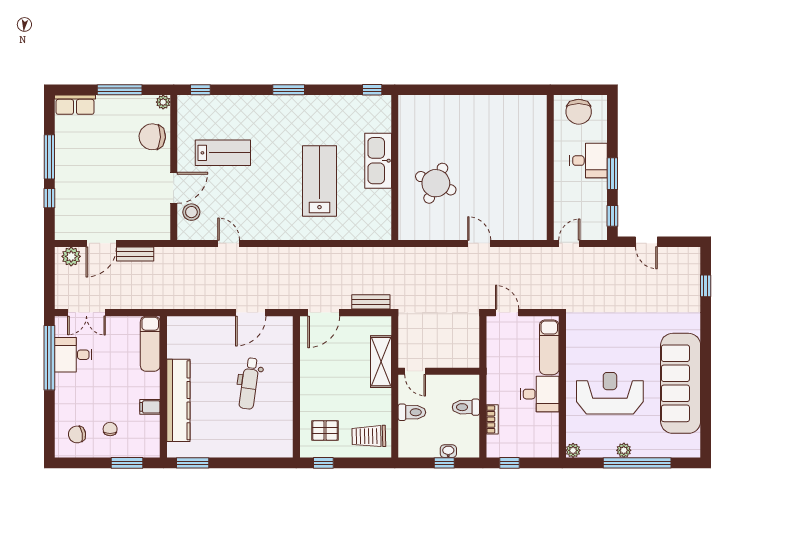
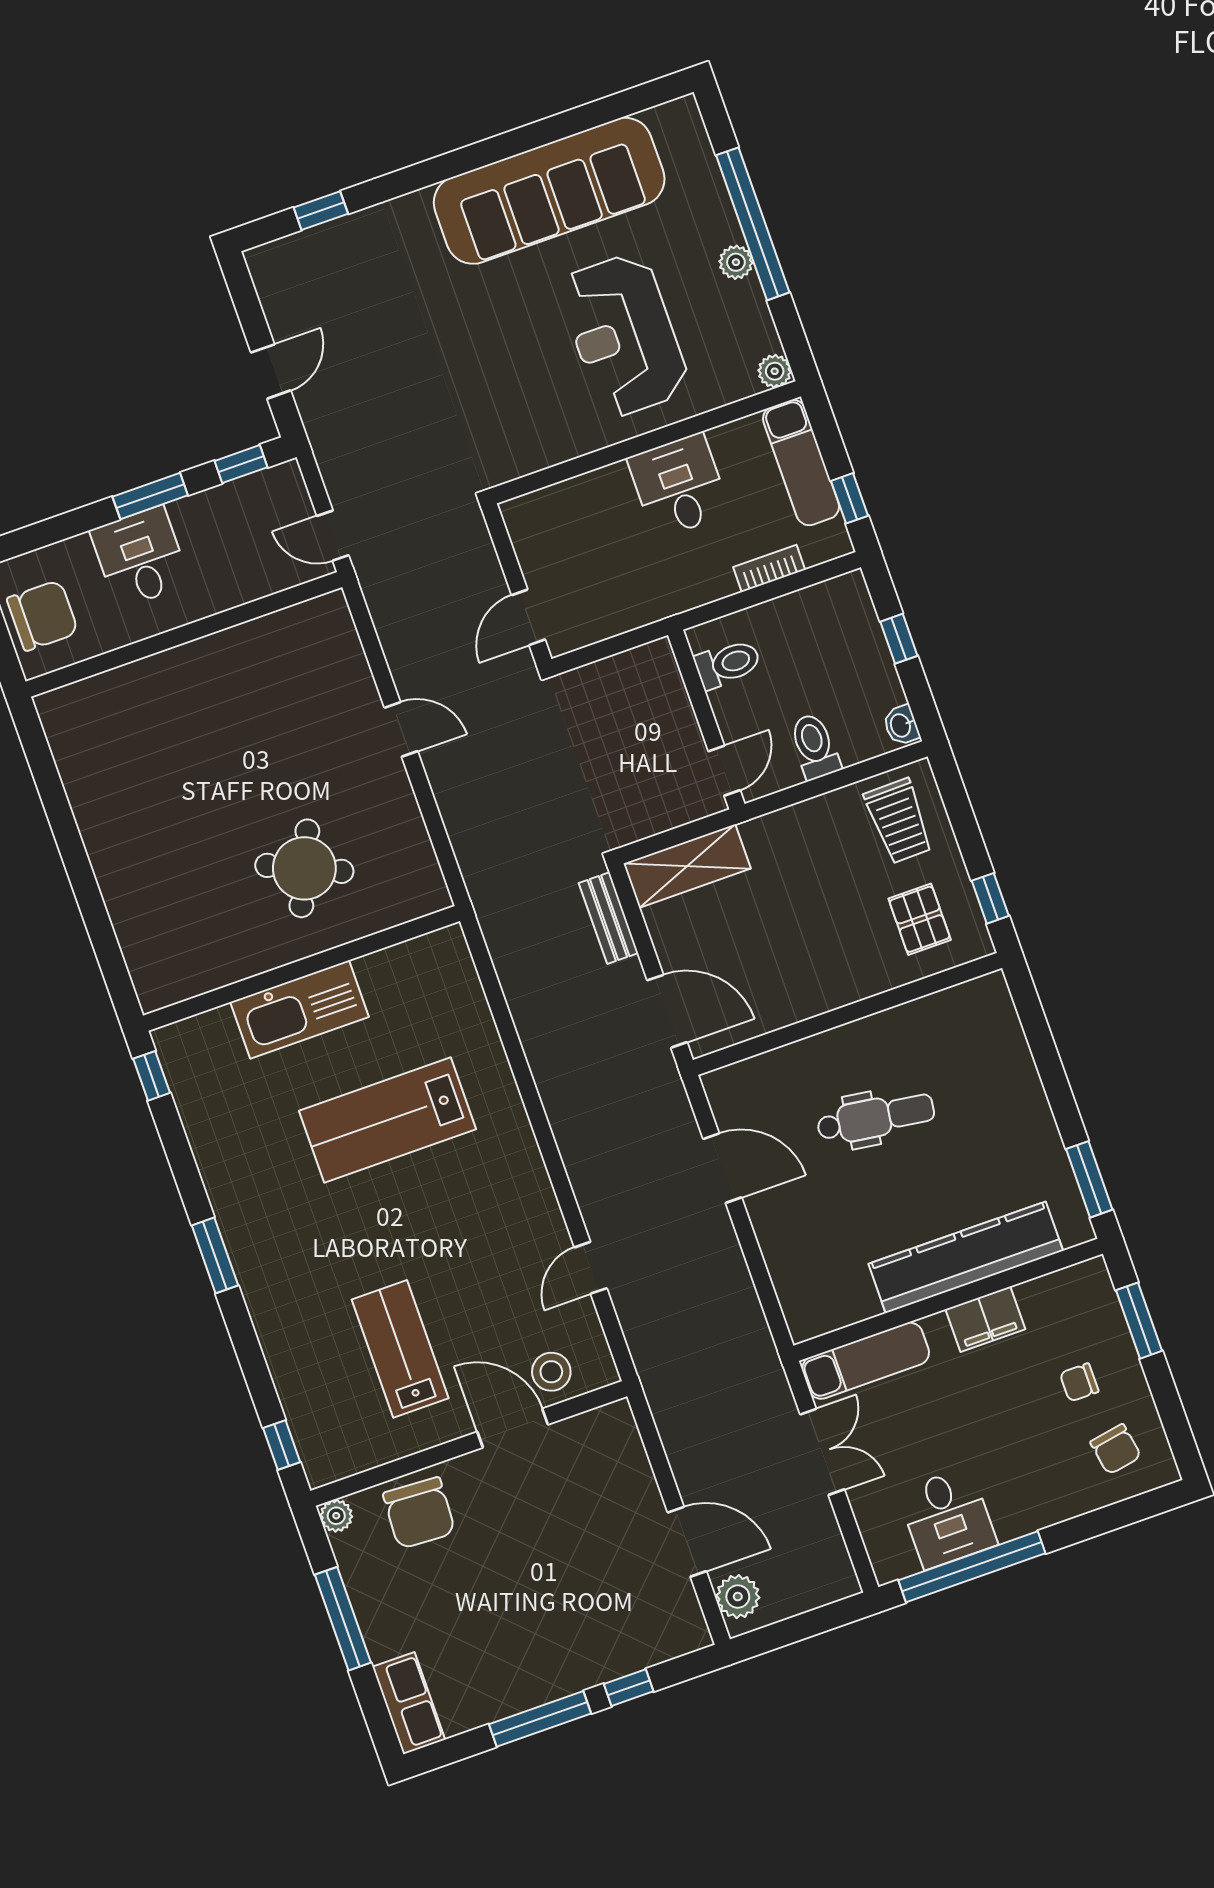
door: (479, 243) -> (401, 729), swing flipped
bench: (135, 254) -> (684, 1461), removed
double door: (86, 313) -> (822, 1452), moved
exam couch: (549, 347) -> (801, 463), moved, turned 90
shelving: (381, 362) -> (687, 866), moved
filing cabinet: (150, 407) -> (985, 1319), width x2.00
toilet: (466, 407) -> (728, 664), moved, turned -90
washbasin: (448, 451) -> (901, 725), moved

